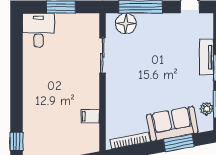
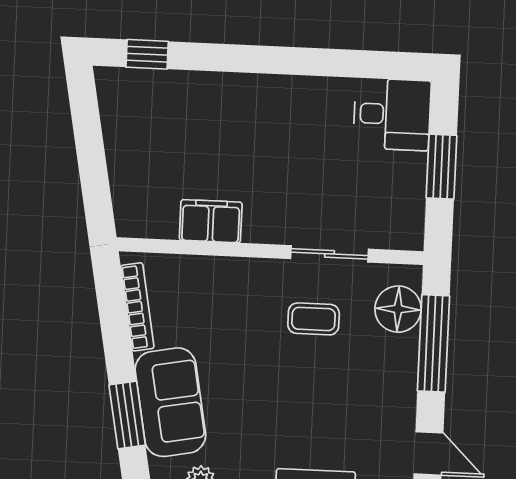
coffee table: (132, 61) -> (314, 319), added
filing cabinet: (90, 116) -> (211, 221), width x2.00

